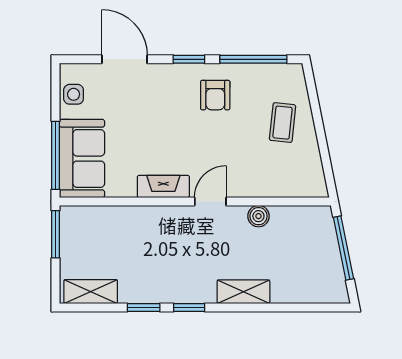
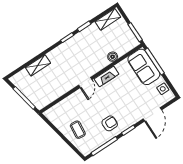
door: (124, 59) -> (152, 114), hinge flipped
armchair: (215, 95) -> (110, 123), turned 90
boiler: (258, 216) -> (113, 57), moved
shelving: (243, 292) -> (38, 65), moved

